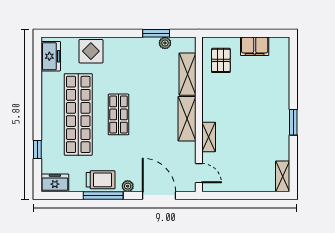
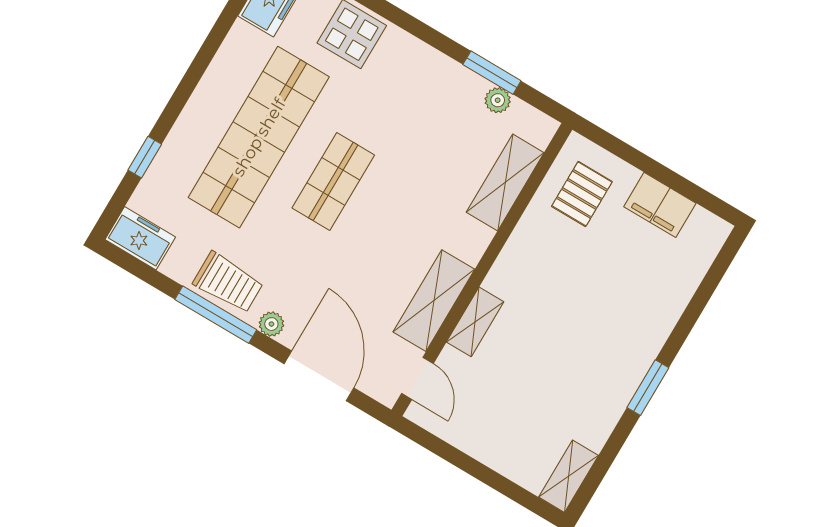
shelving: (187, 119) -> (434, 301), moved

